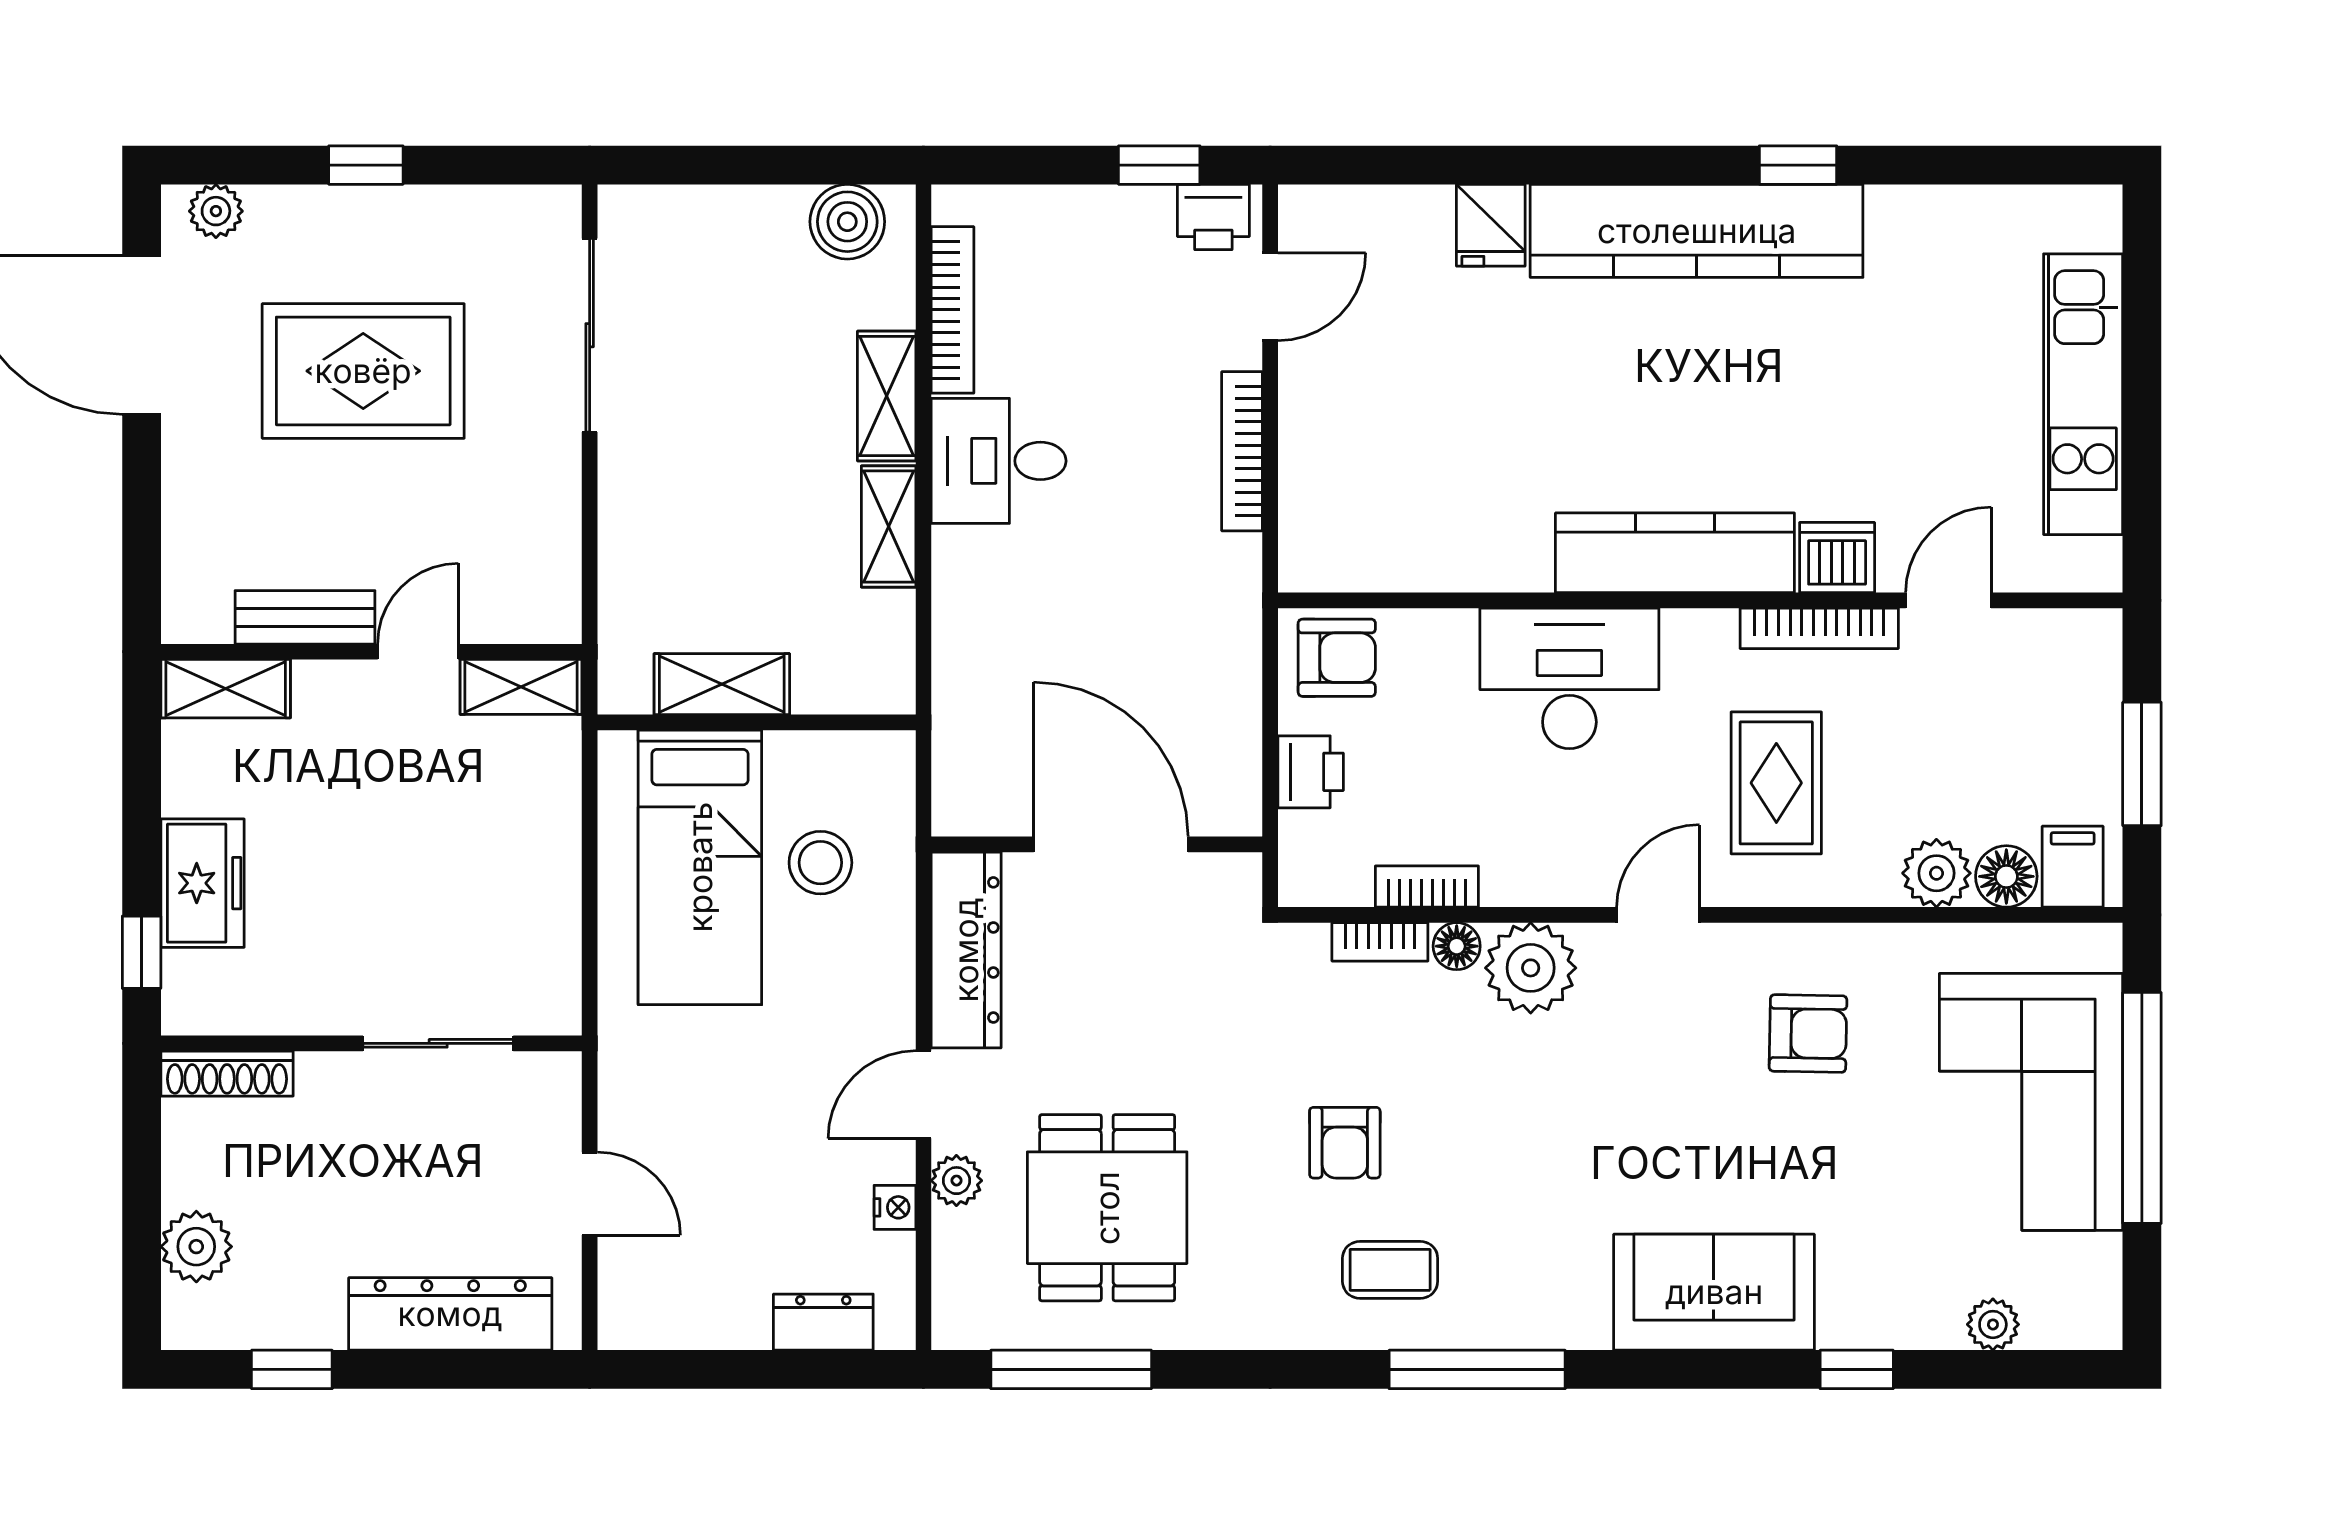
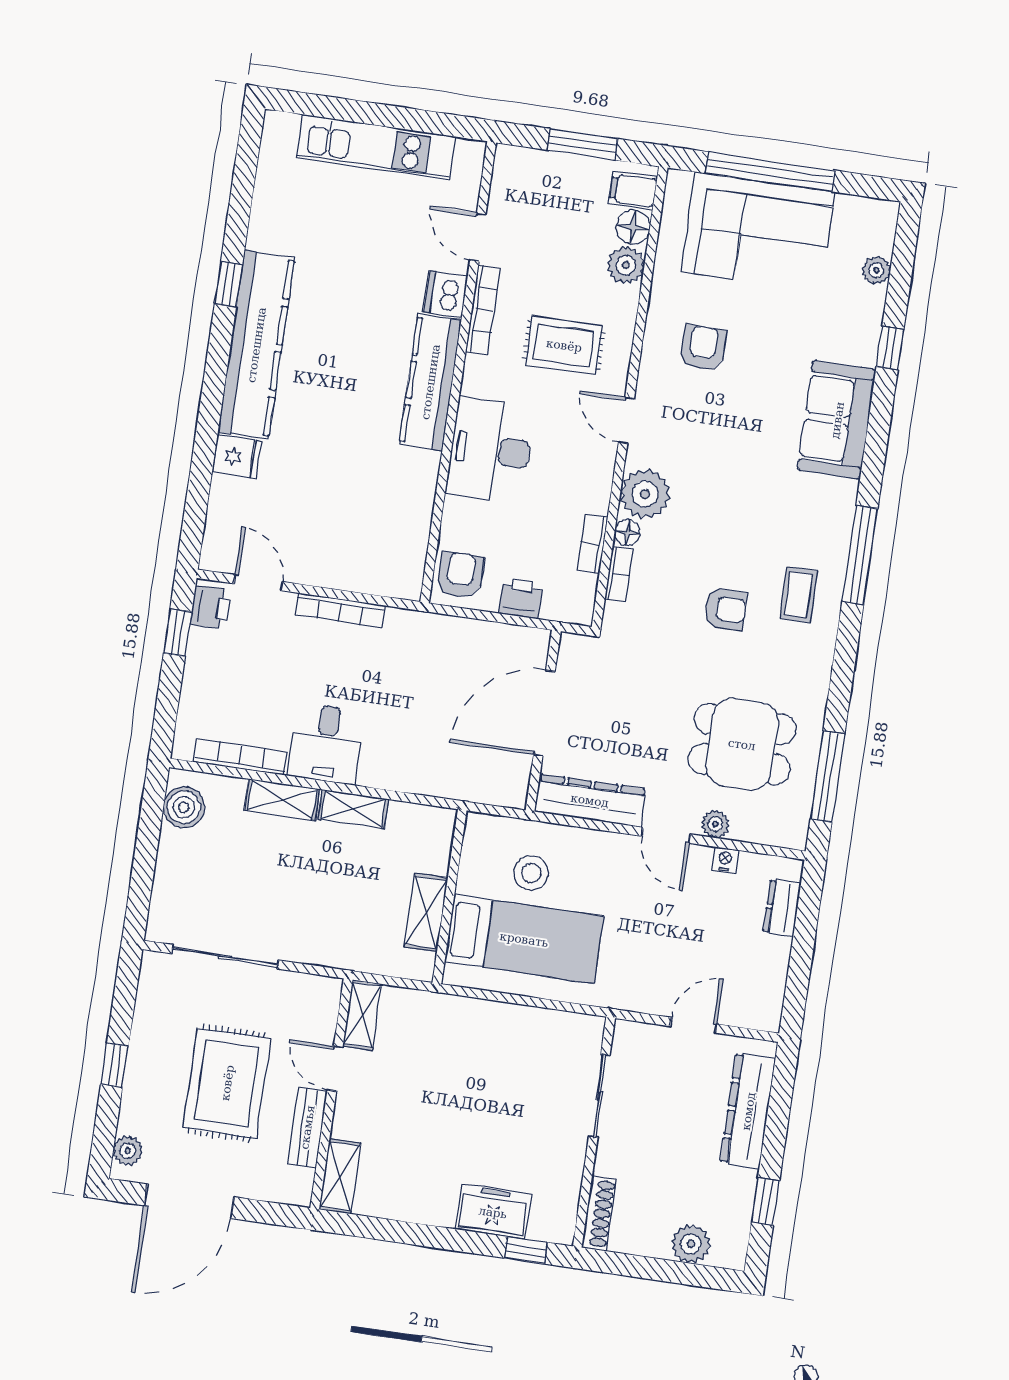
bench: (305, 617) -> (307, 1127), moved
wall: (371, 652) -> (331, 1094), moved
door: (418, 652) -> (335, 1069), moved
shelving: (521, 687) -> (362, 1015), moved
shelving: (226, 689) -> (340, 1176), moved

